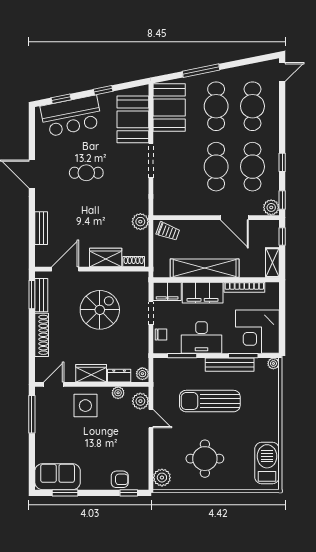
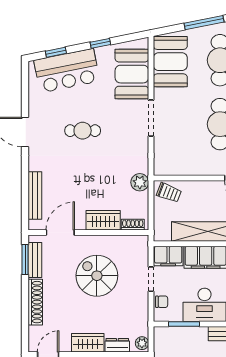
bench: (41, 228) -> (35, 196), width x1.36
spiral stairs: (100, 310) -> (97, 276), turned -90

